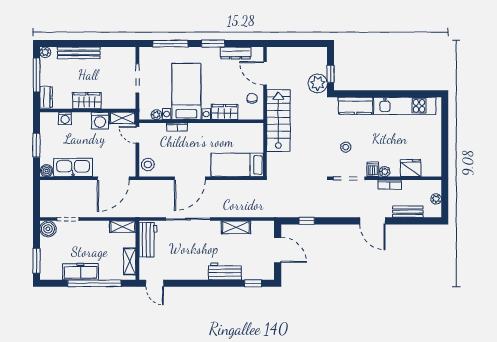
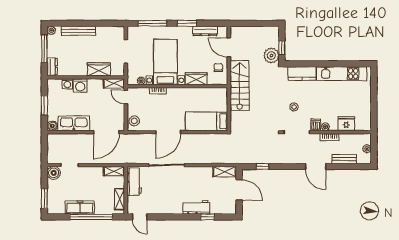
wardrobe: (87, 101) -> (99, 69), moved
washing machine: (100, 121) -> (80, 86), moved
shelving: (236, 227) -> (225, 172), moved
window: (253, 283) -> (207, 217), moved

